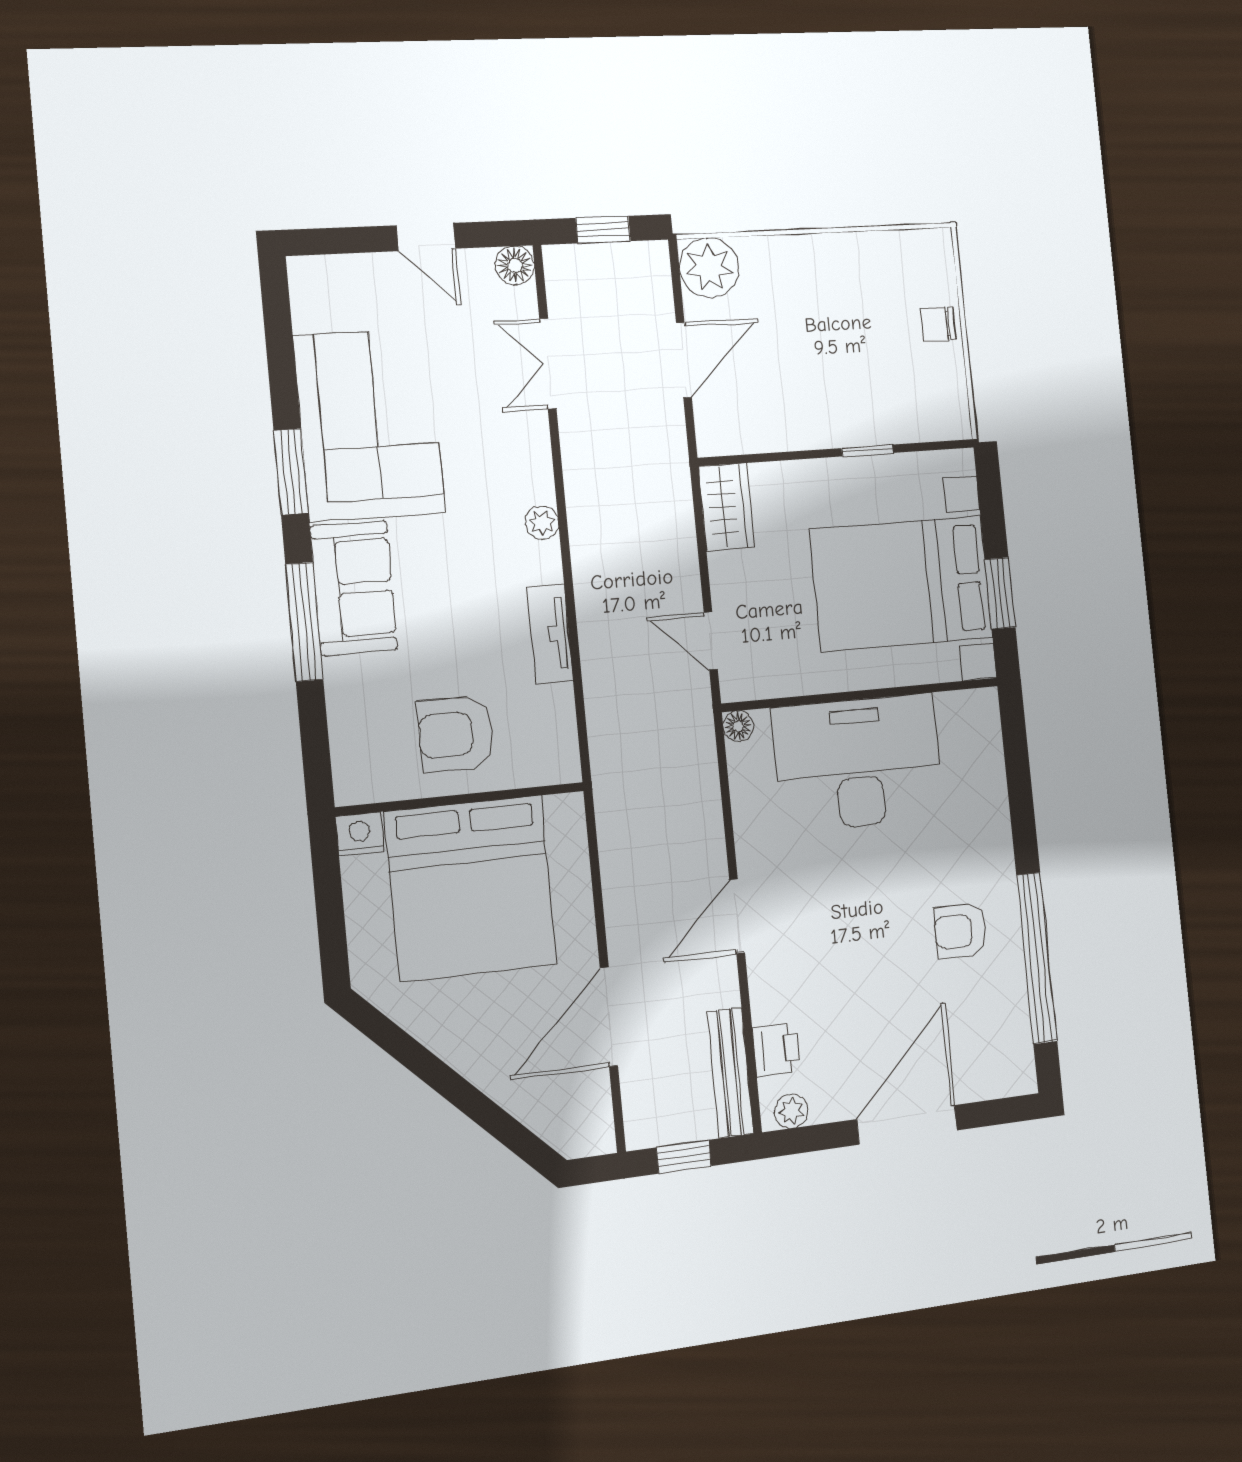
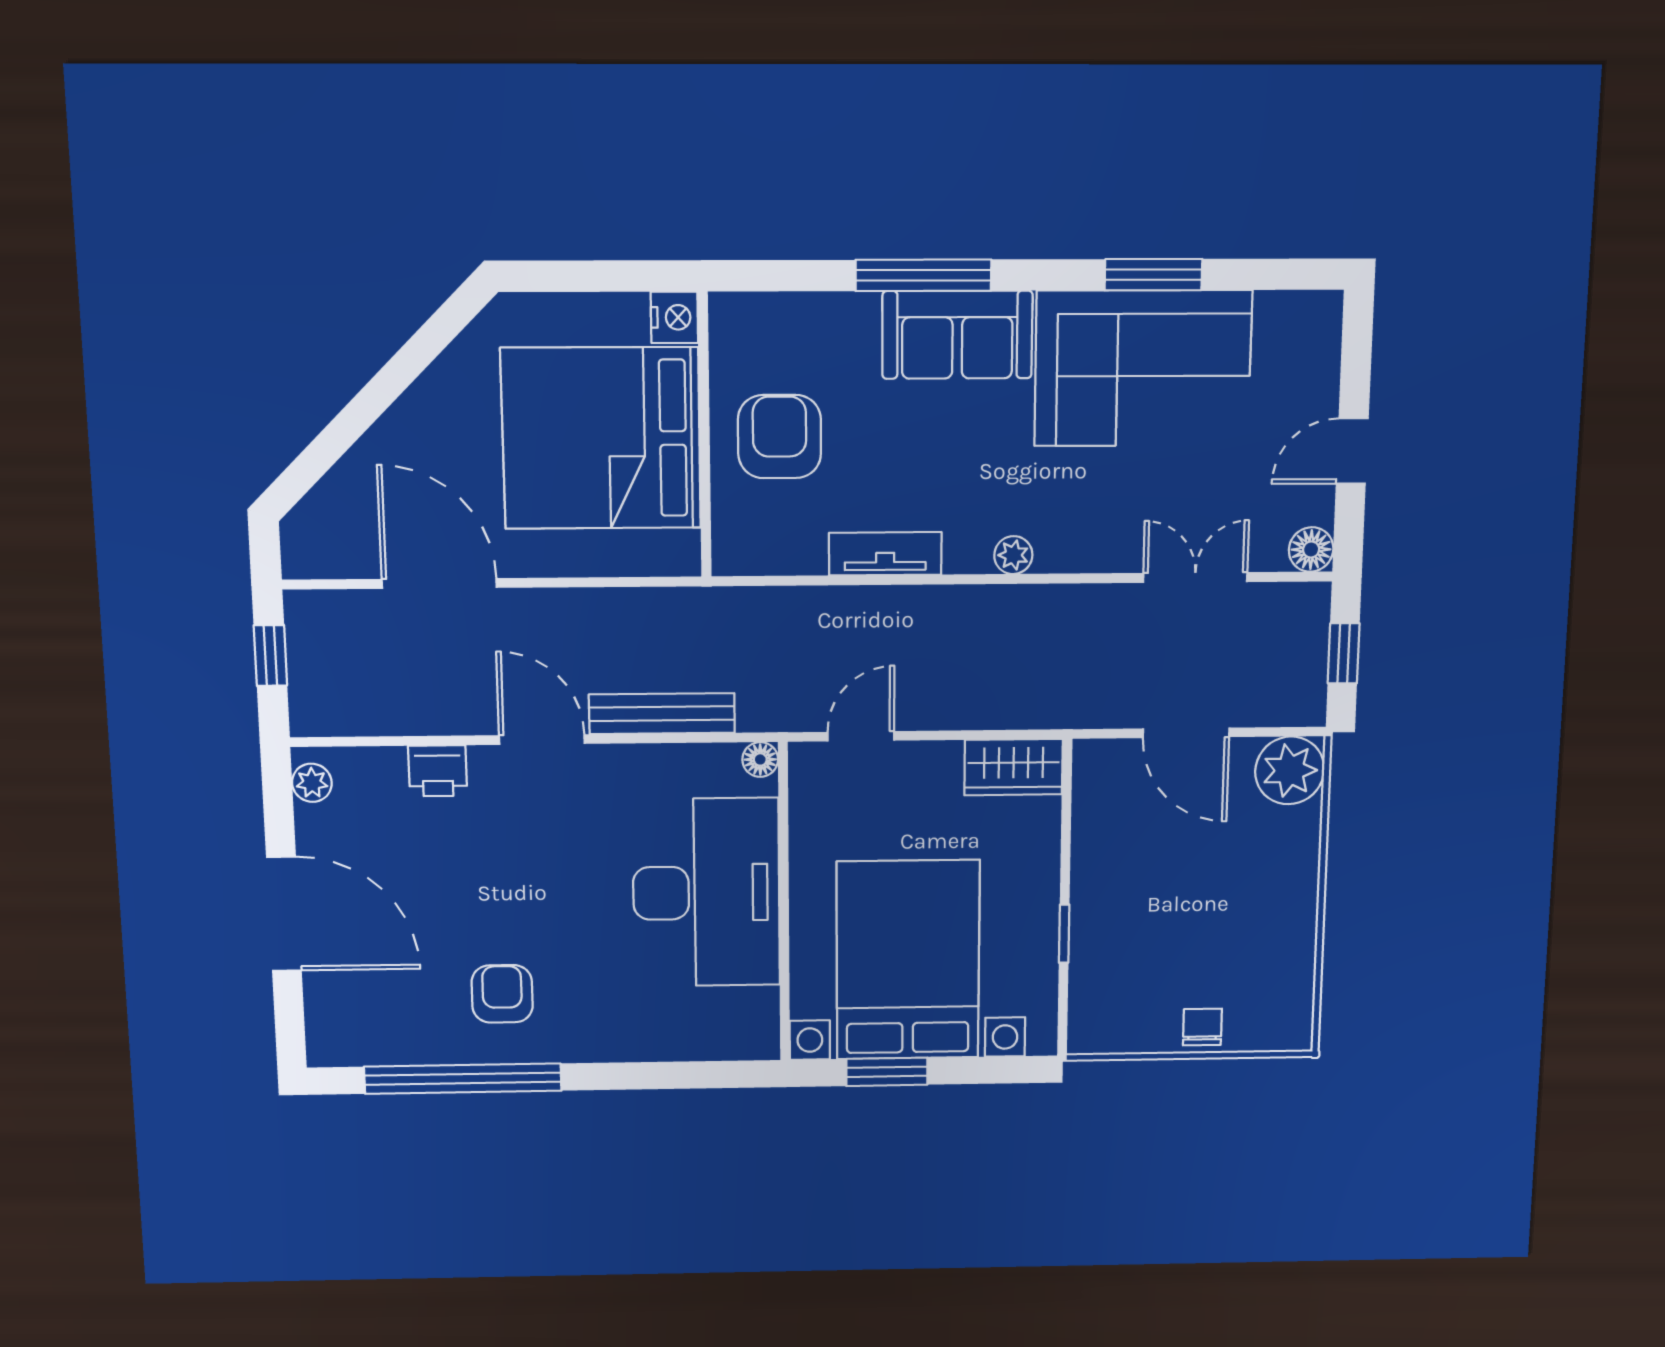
window: (291, 472) -> (1153, 275), moved
printer: (776, 1049) -> (438, 771), moved
bench: (730, 1073) -> (662, 714), moved

